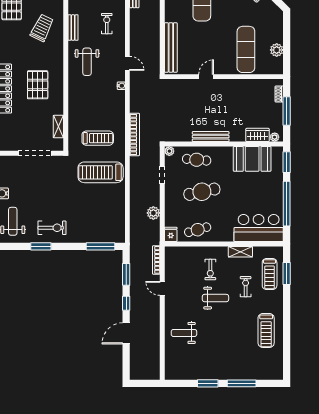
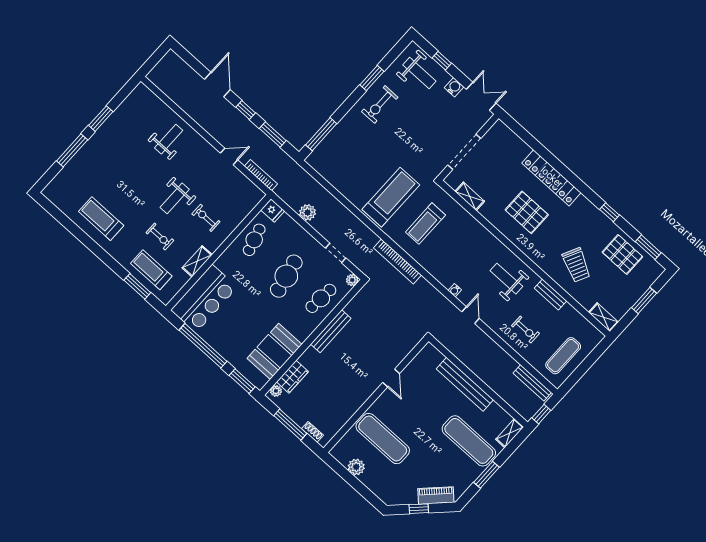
bench: (171, 47) -> (465, 384), moved
door: (127, 63) -> (471, 315), swing flipped

